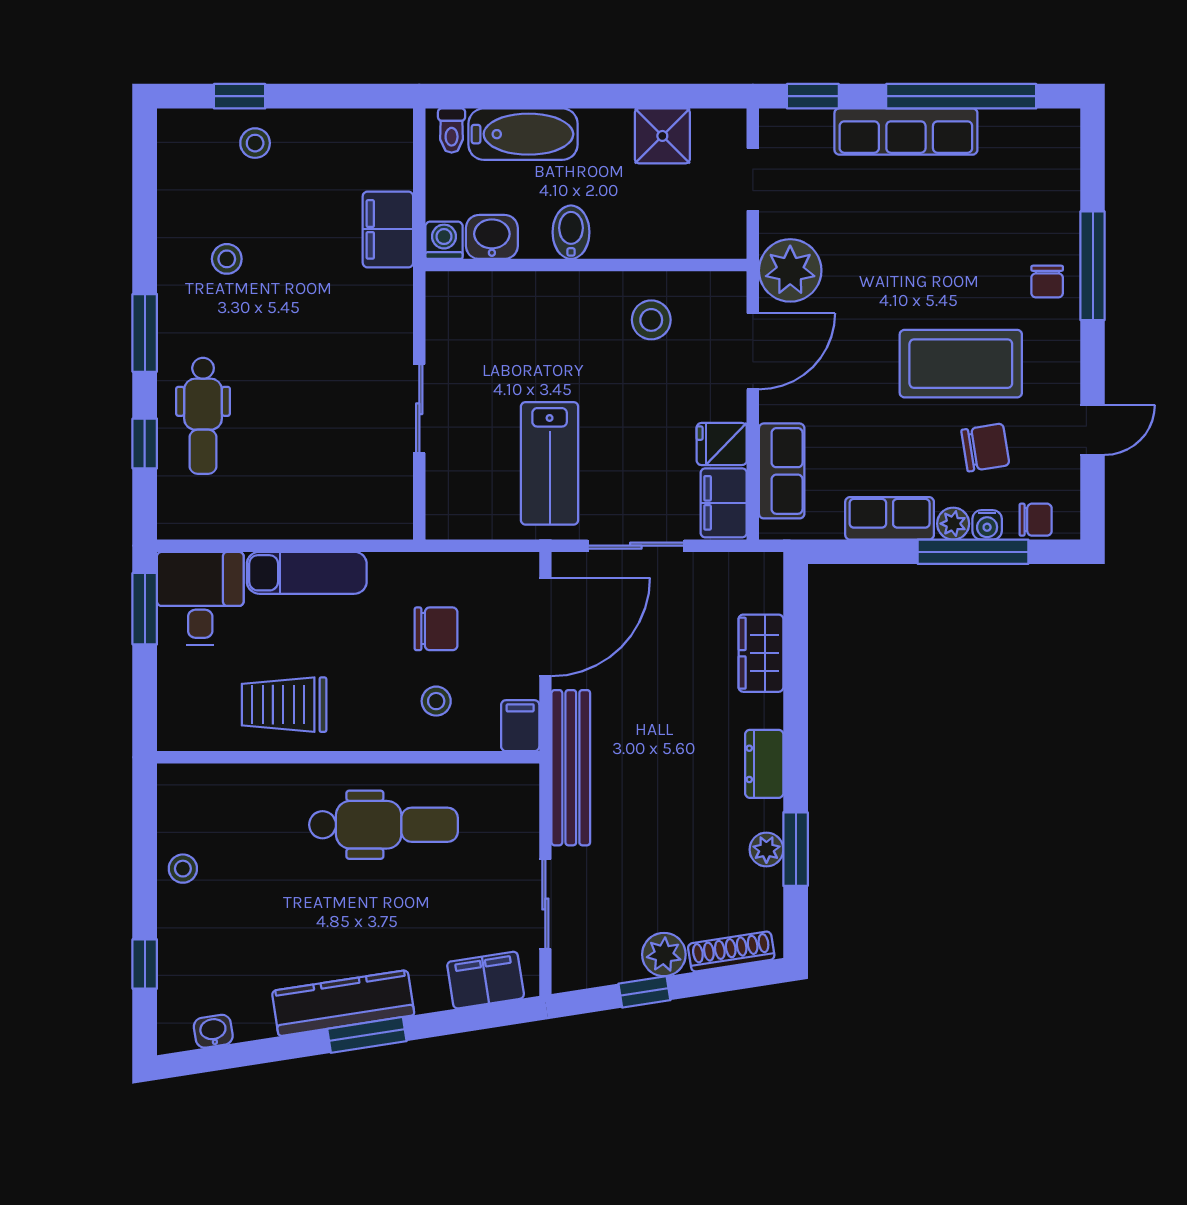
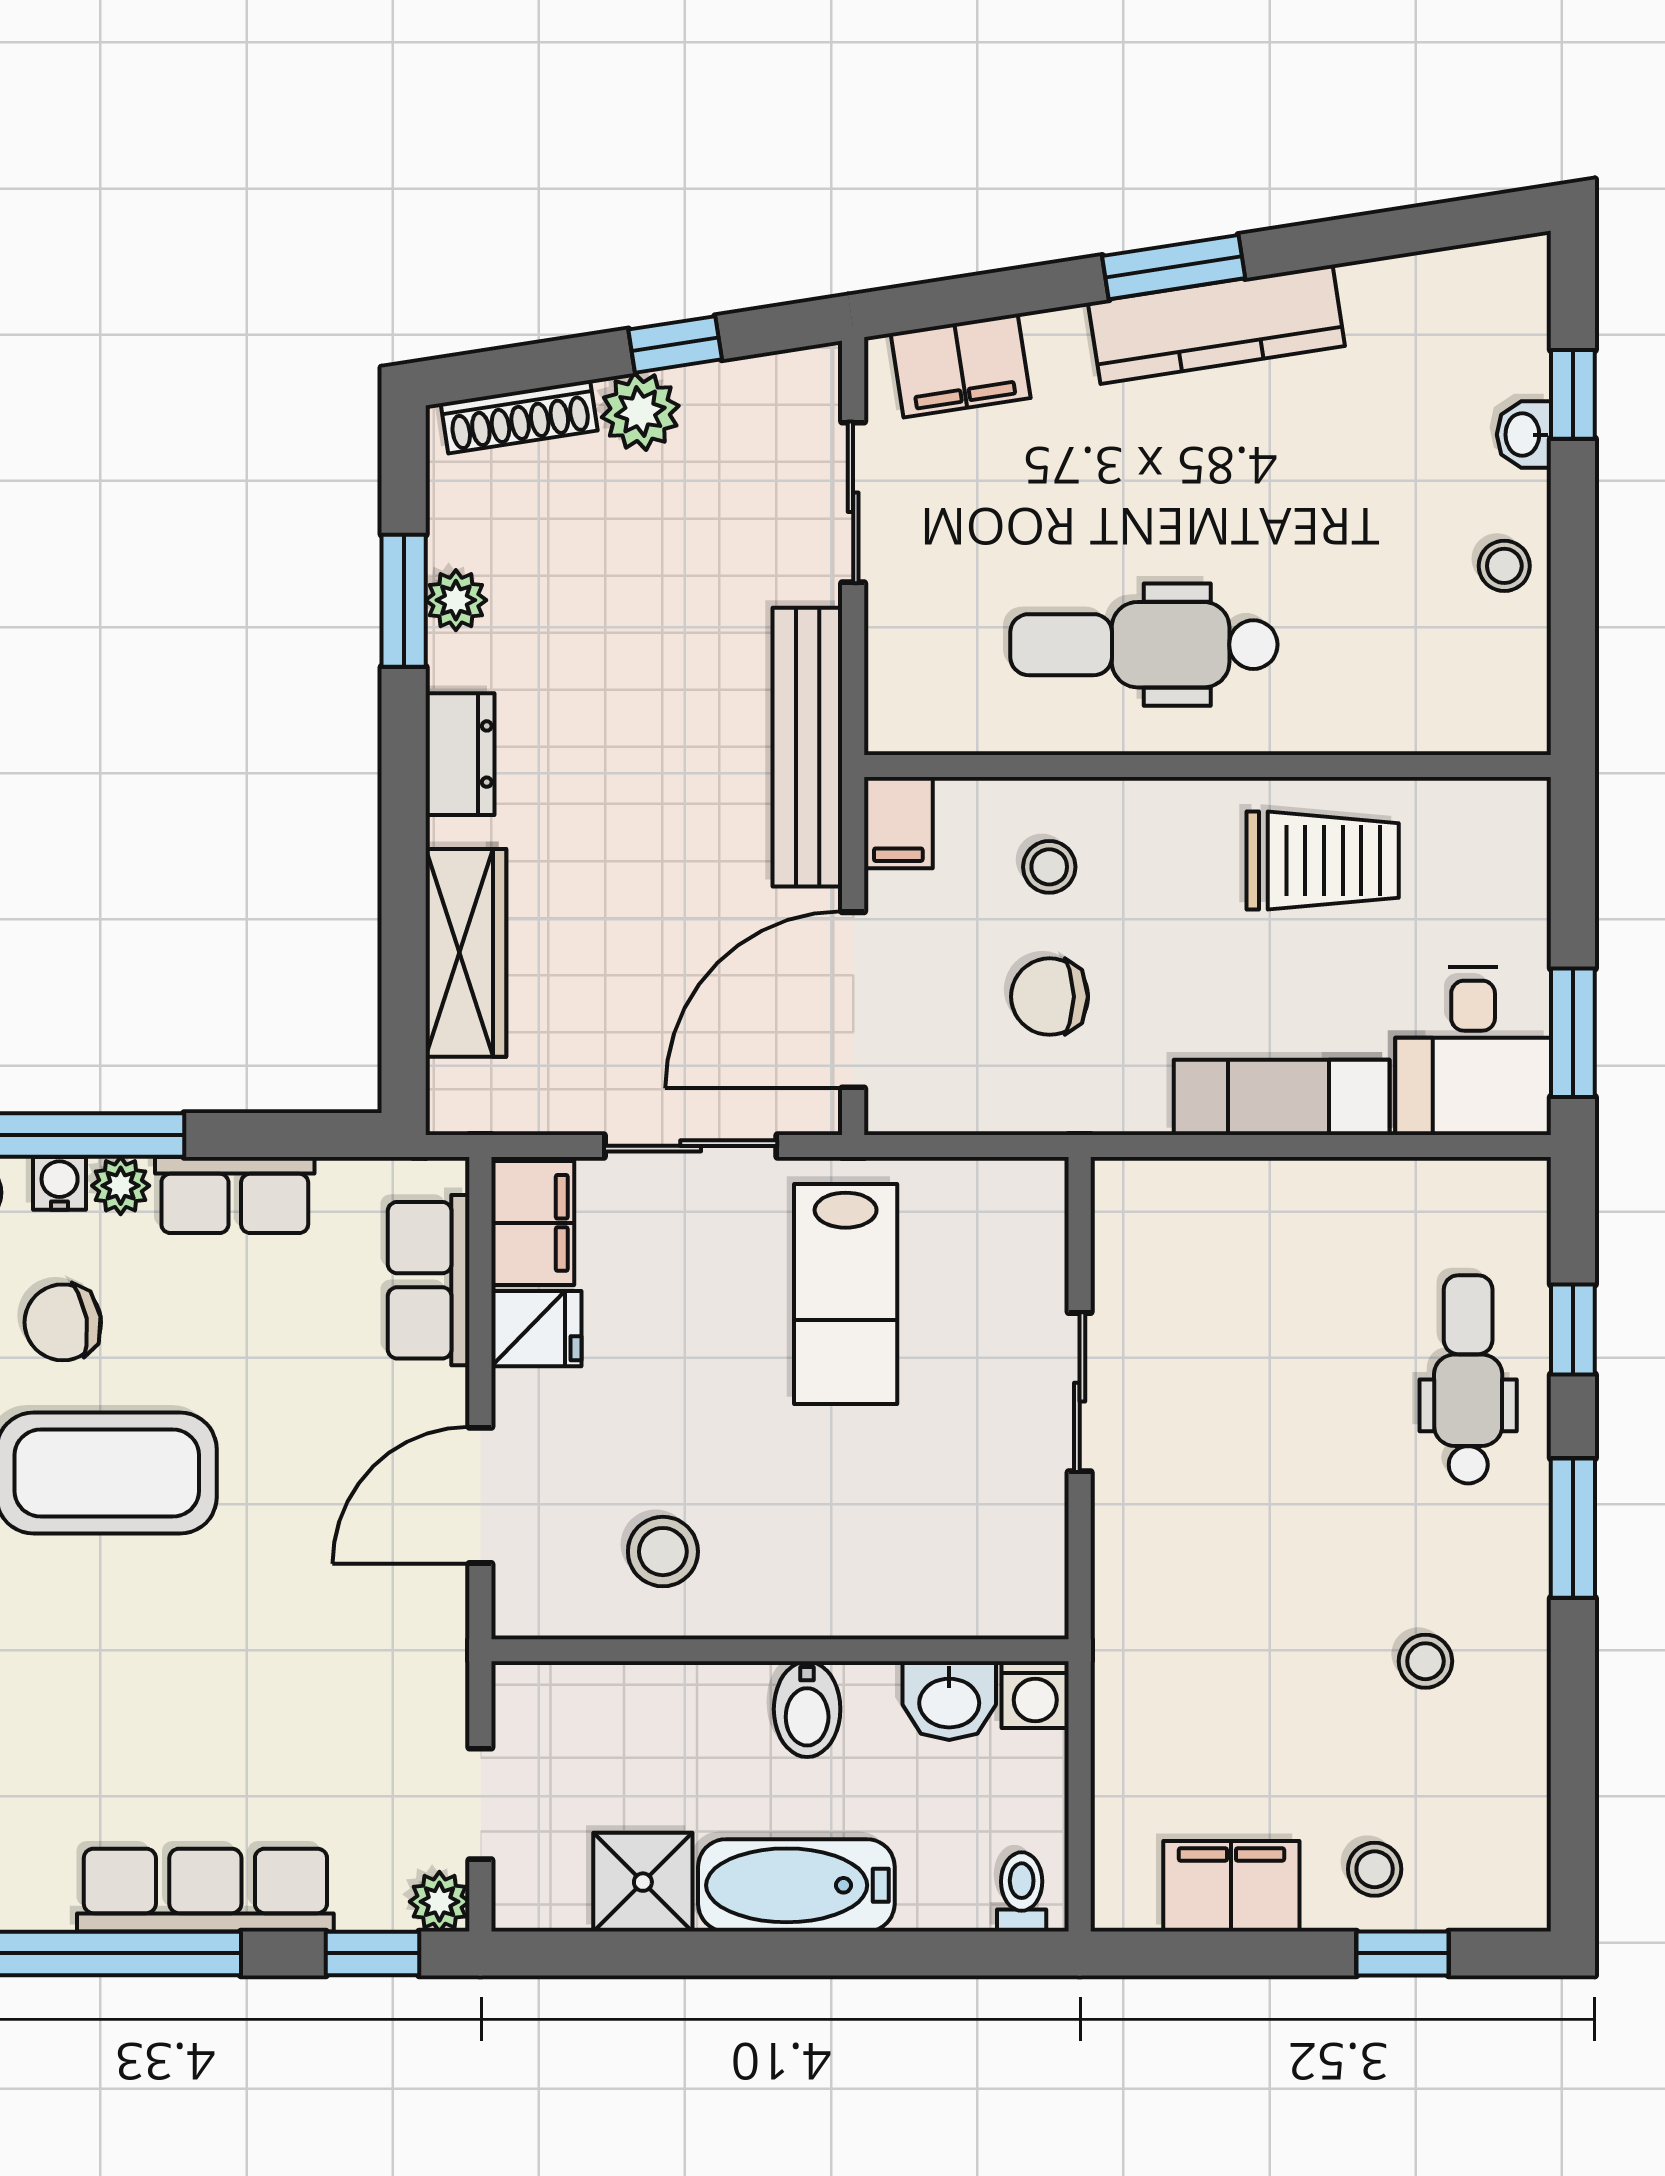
bathtub: (523, 134) -> (796, 1885), moved
filing cabinet: (388, 229) -> (1231, 1886), moved, turned -90
plant: (790, 270) -> (439, 1902), moved, width x0.53, depth x0.53
lab bench: (550, 463) -> (846, 1294), turned 180
wardrobe: (761, 653) -> (466, 953), width x1.50
washbasin: (213, 1031) -> (1524, 435), moved, turned 99

